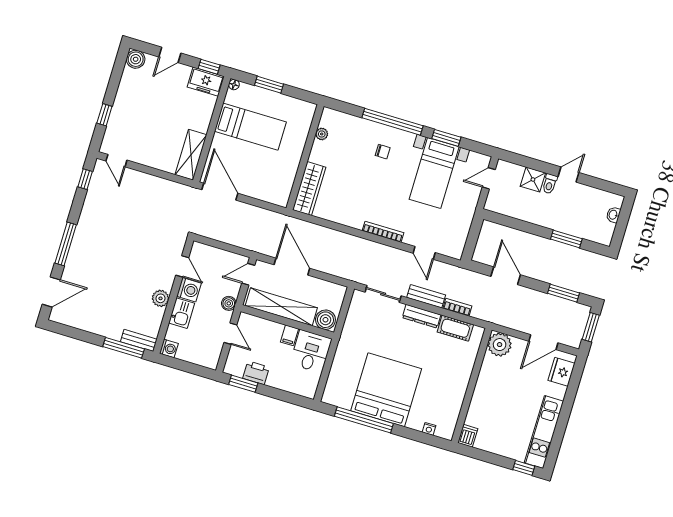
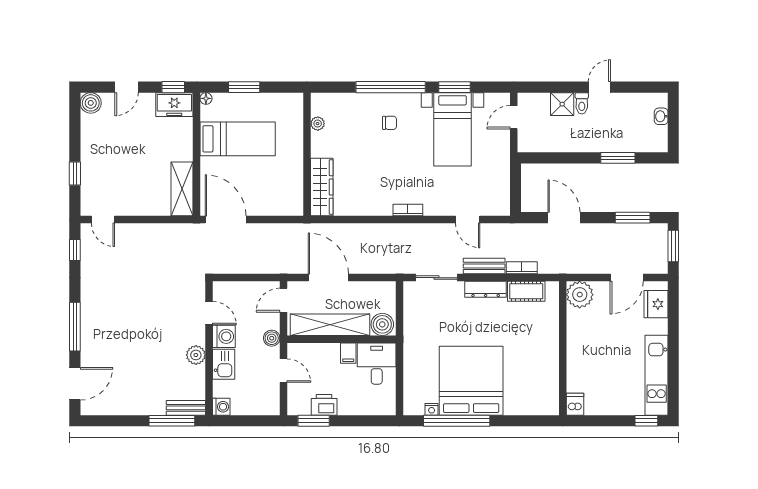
bookcase: (383, 232) -> (408, 210), width x0.64
nightstand: (429, 429) -> (432, 409), moved

